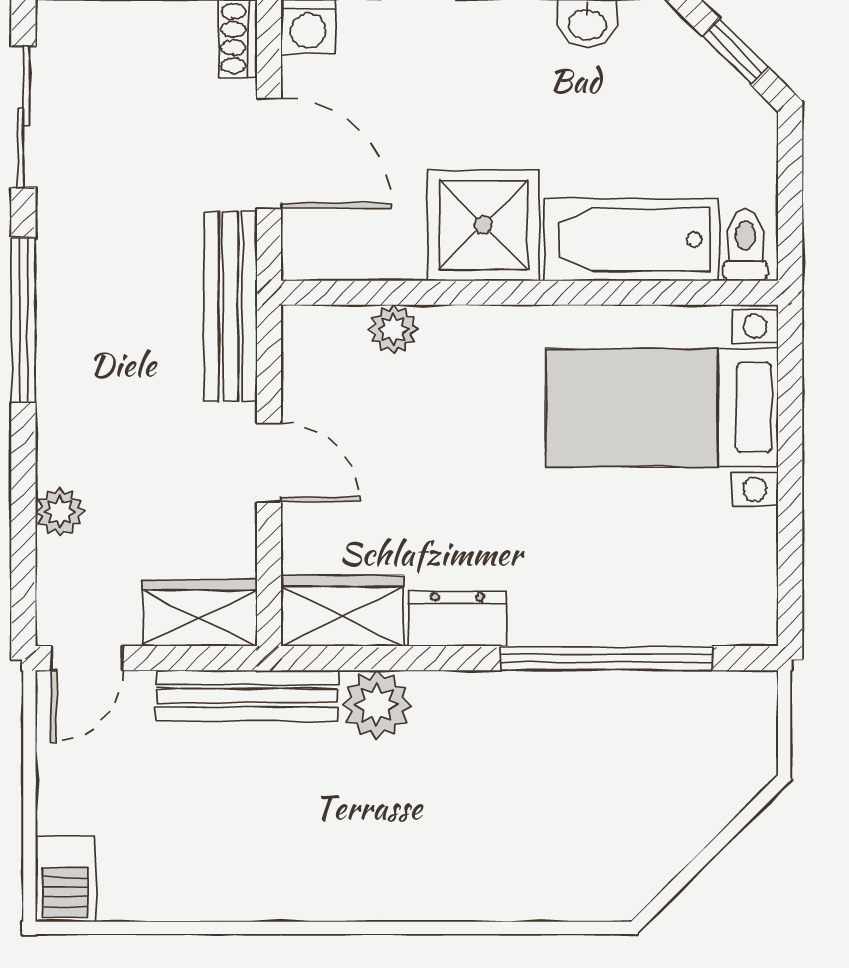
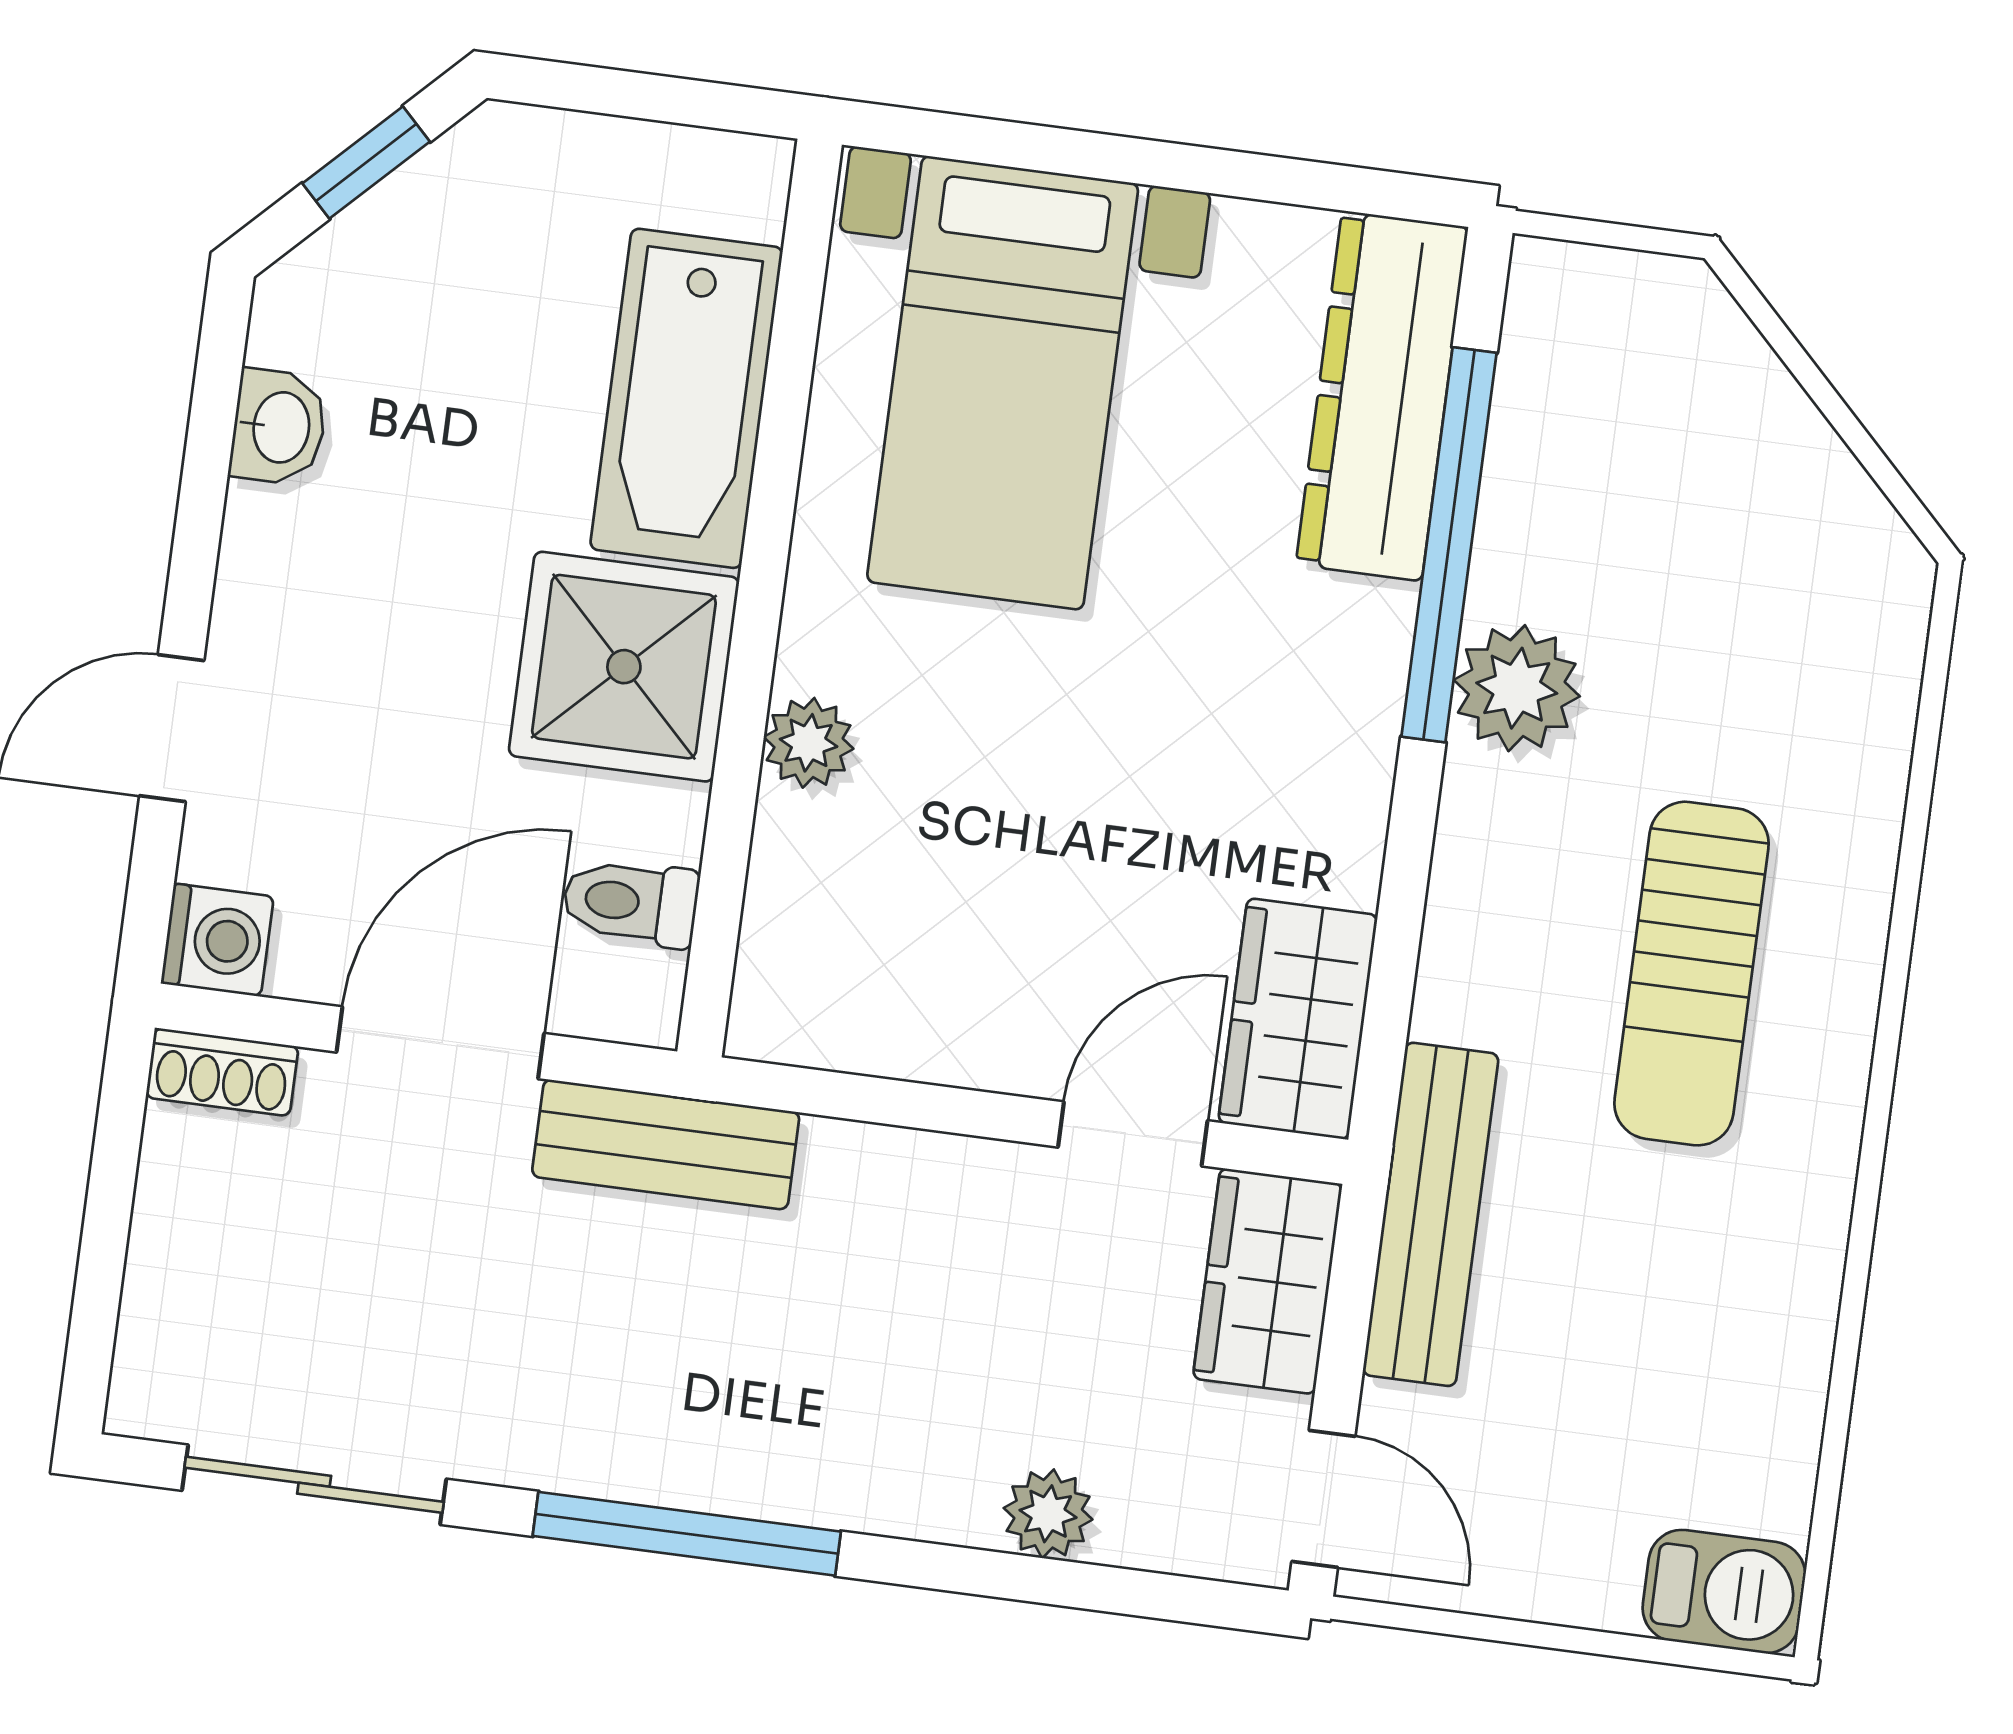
toilet: (746, 245) -> (630, 902), moved
bench: (230, 306) -> (666, 1144), width x0.73
plant: (393, 329) -> (809, 743), moved
door: (269, 463) -> (1133, 1134), moved
dresser: (457, 619) -> (1382, 396), moved, width x1.96, depth x1.24
plant: (377, 705) -> (1517, 688), moved
sun lounger: (394, 818) -> (1692, 974), added

